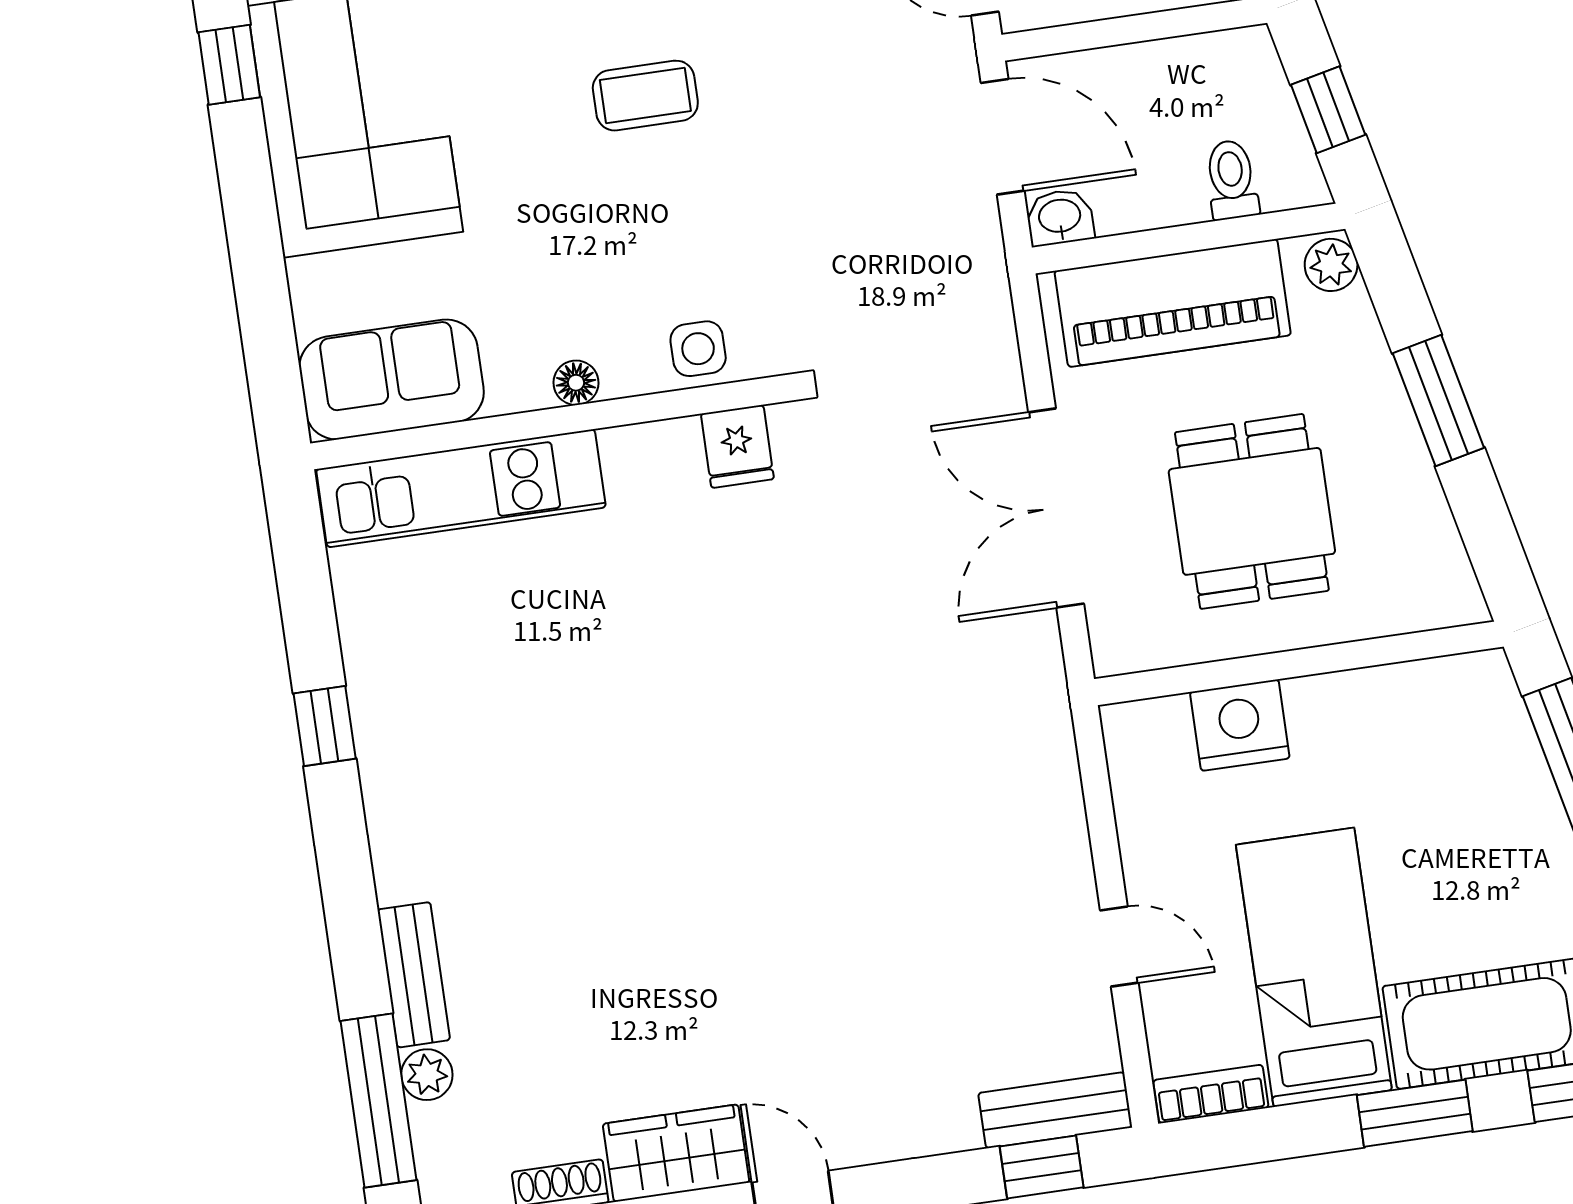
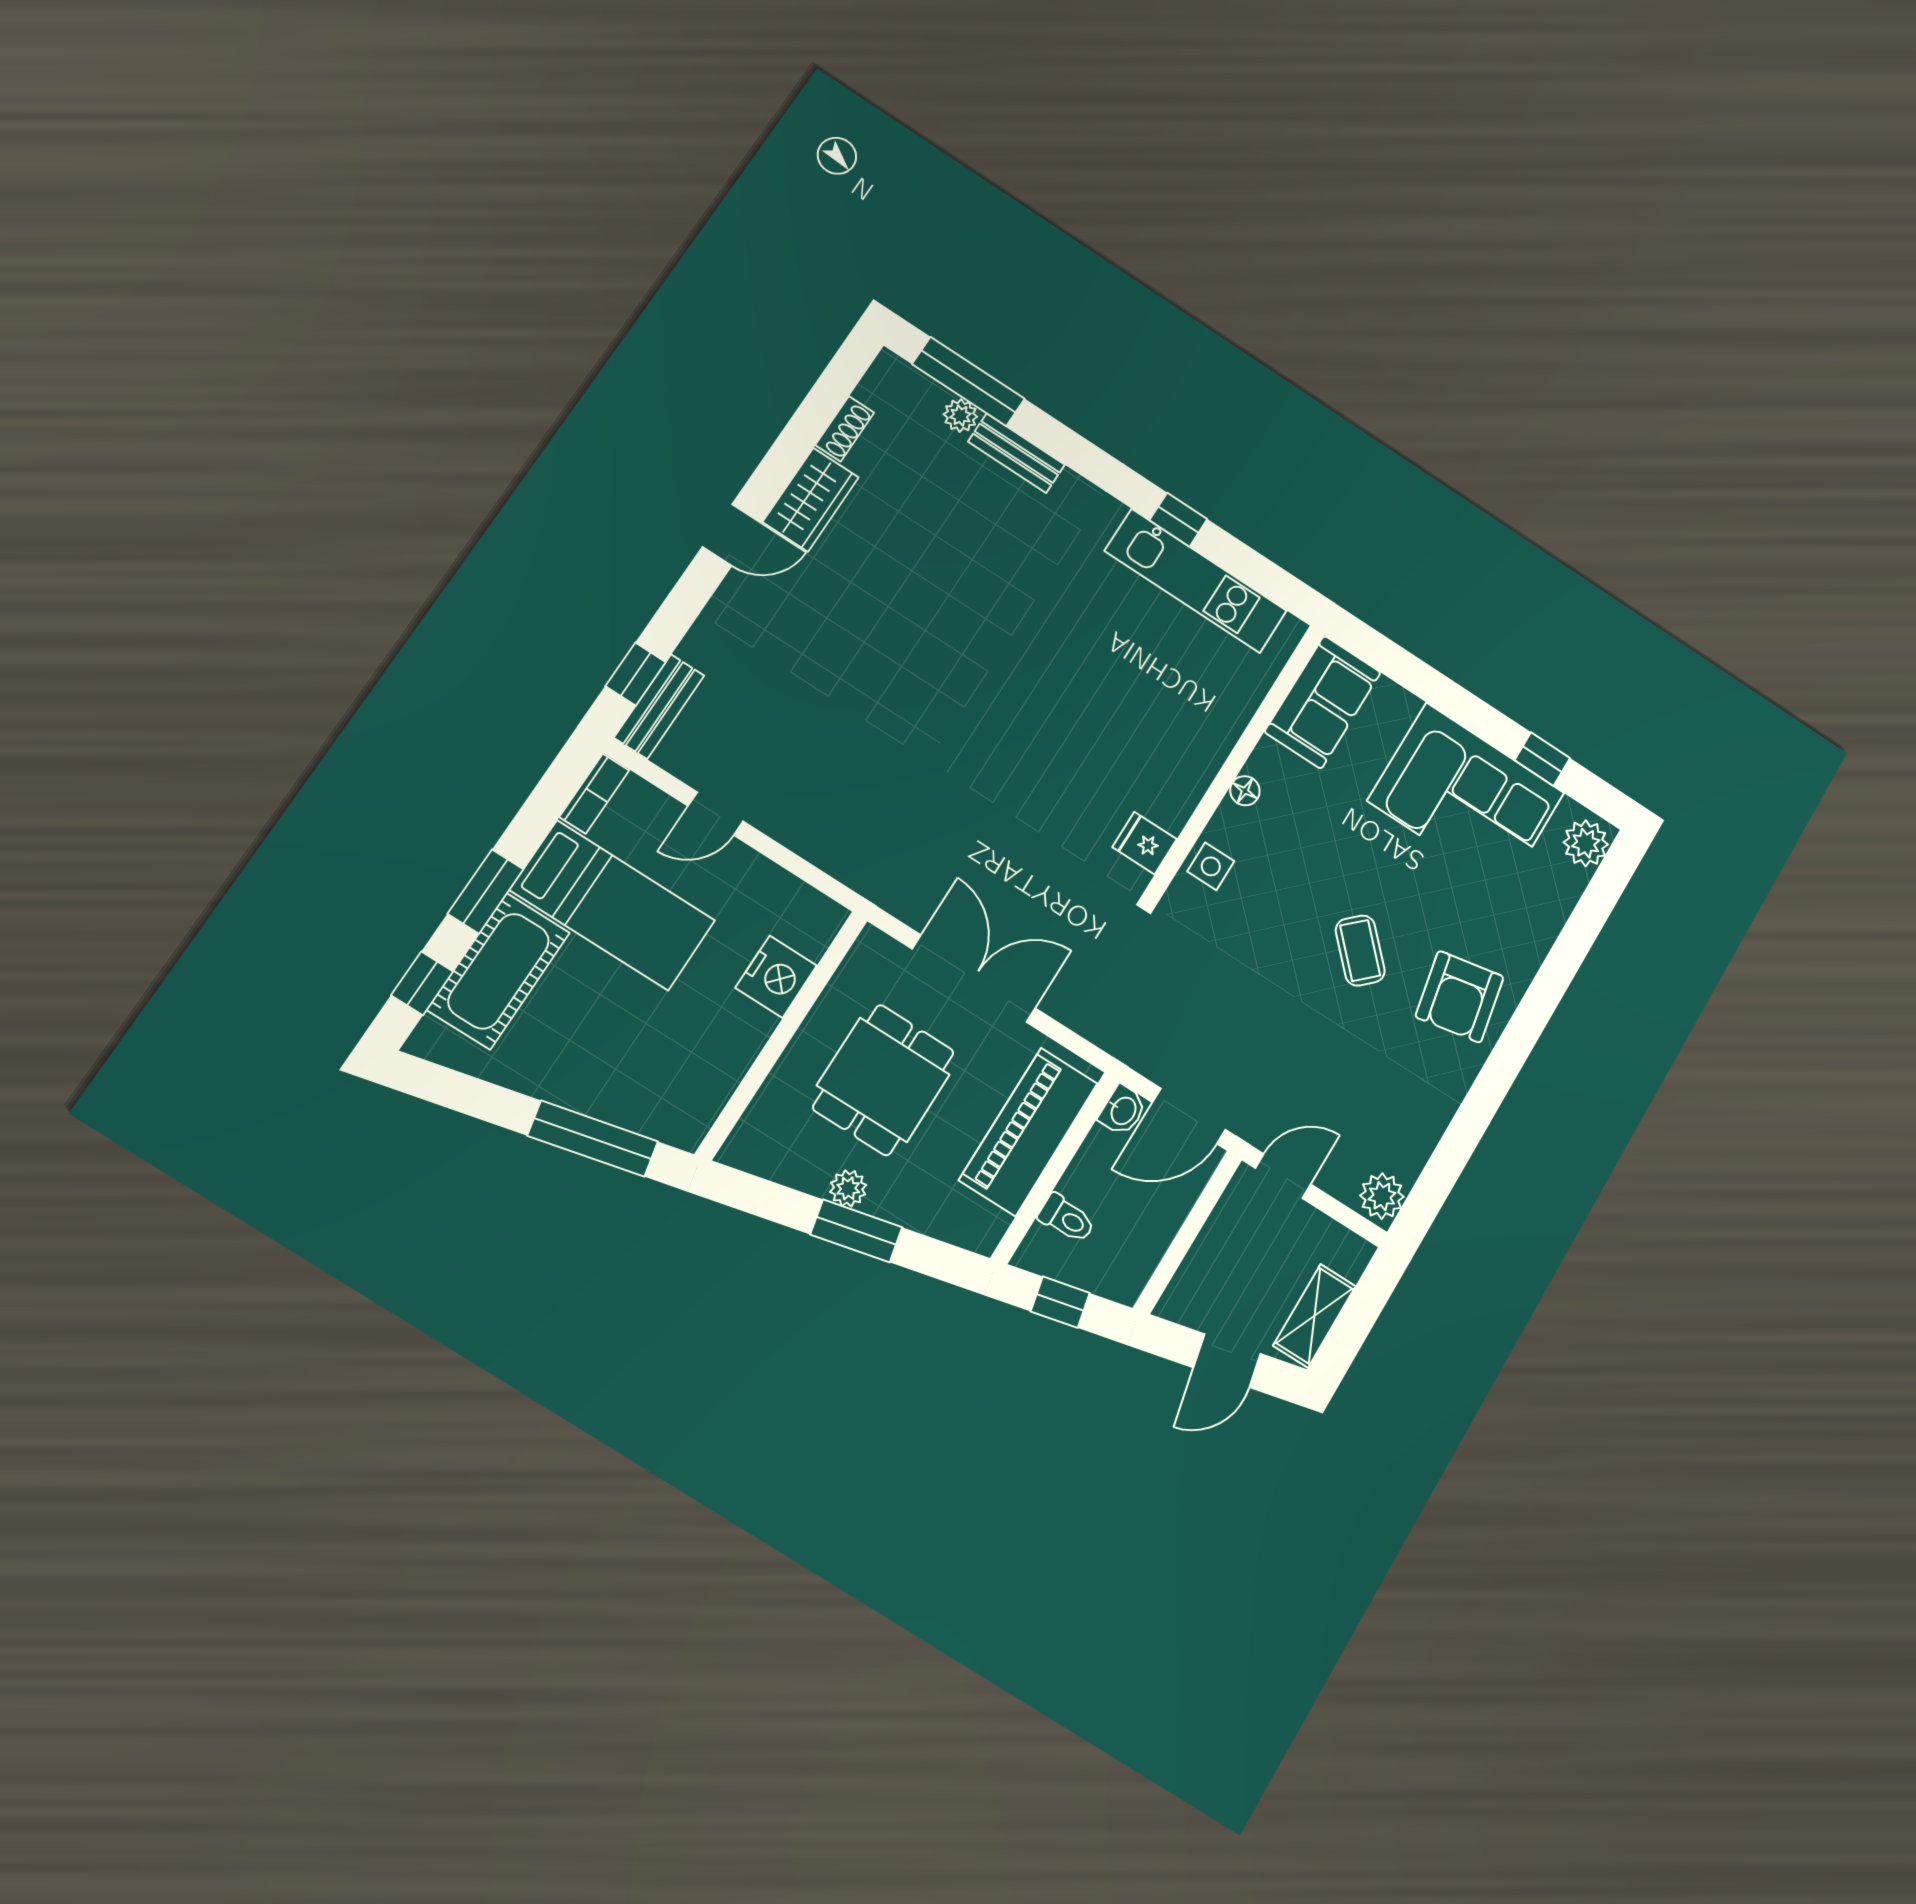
coffee table: (645, 96) -> (1360, 951), turned -44
plant: (1331, 265) -> (848, 1188), moved
kitchen unit: (461, 488) -> (1196, 581), moved, turned -90
dining table: (1252, 511) -> (883, 1080), turned 90

